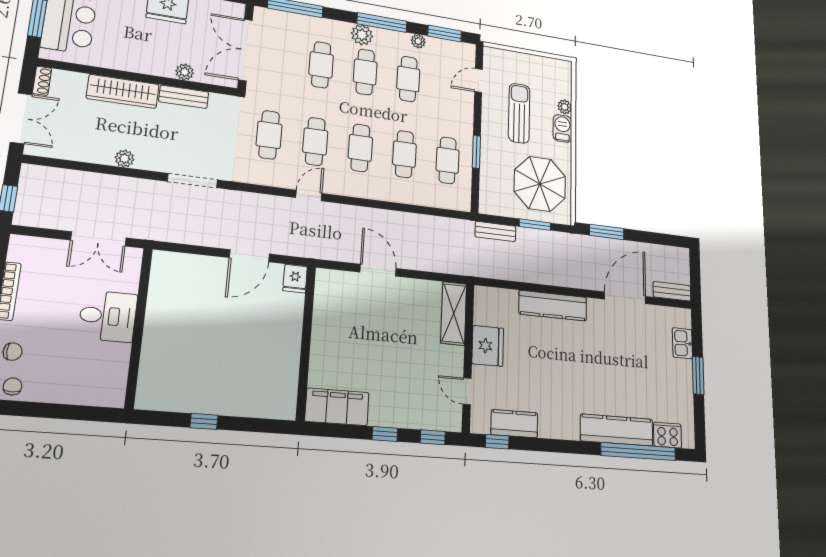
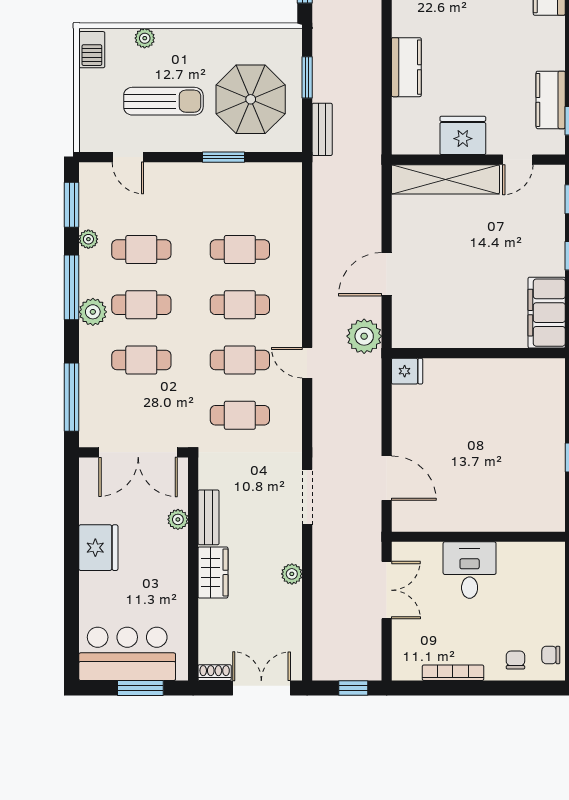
wardrobe: (123, 91) -> (213, 572), width x0.67
sun lounger: (519, 113) -> (163, 101), turned 180
barbecue: (562, 128) -> (92, 50), moved, turned -90
cafe table: (448, 160) -> (240, 194), removed
parasol: (540, 184) -> (251, 99), moved
plant: (328, 245) -> (364, 336), added
door: (249, 256) -> (387, 478), moved
kitchen counter: (553, 306) -> (406, 67), width x0.67
shelving: (454, 313) -> (445, 179), width x1.47

